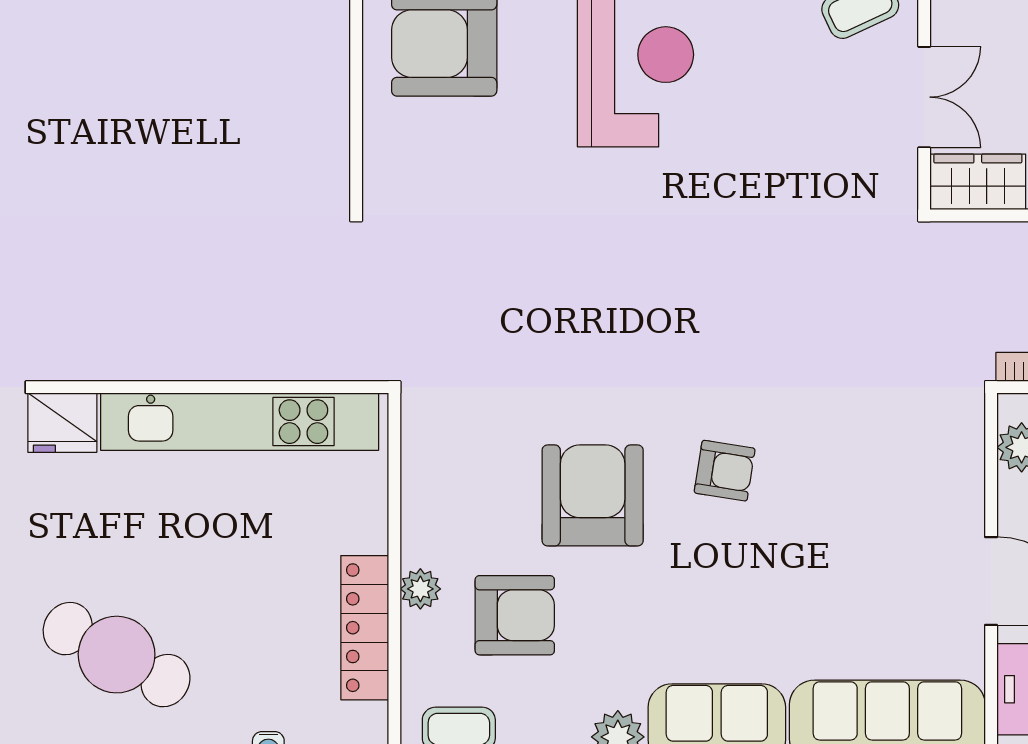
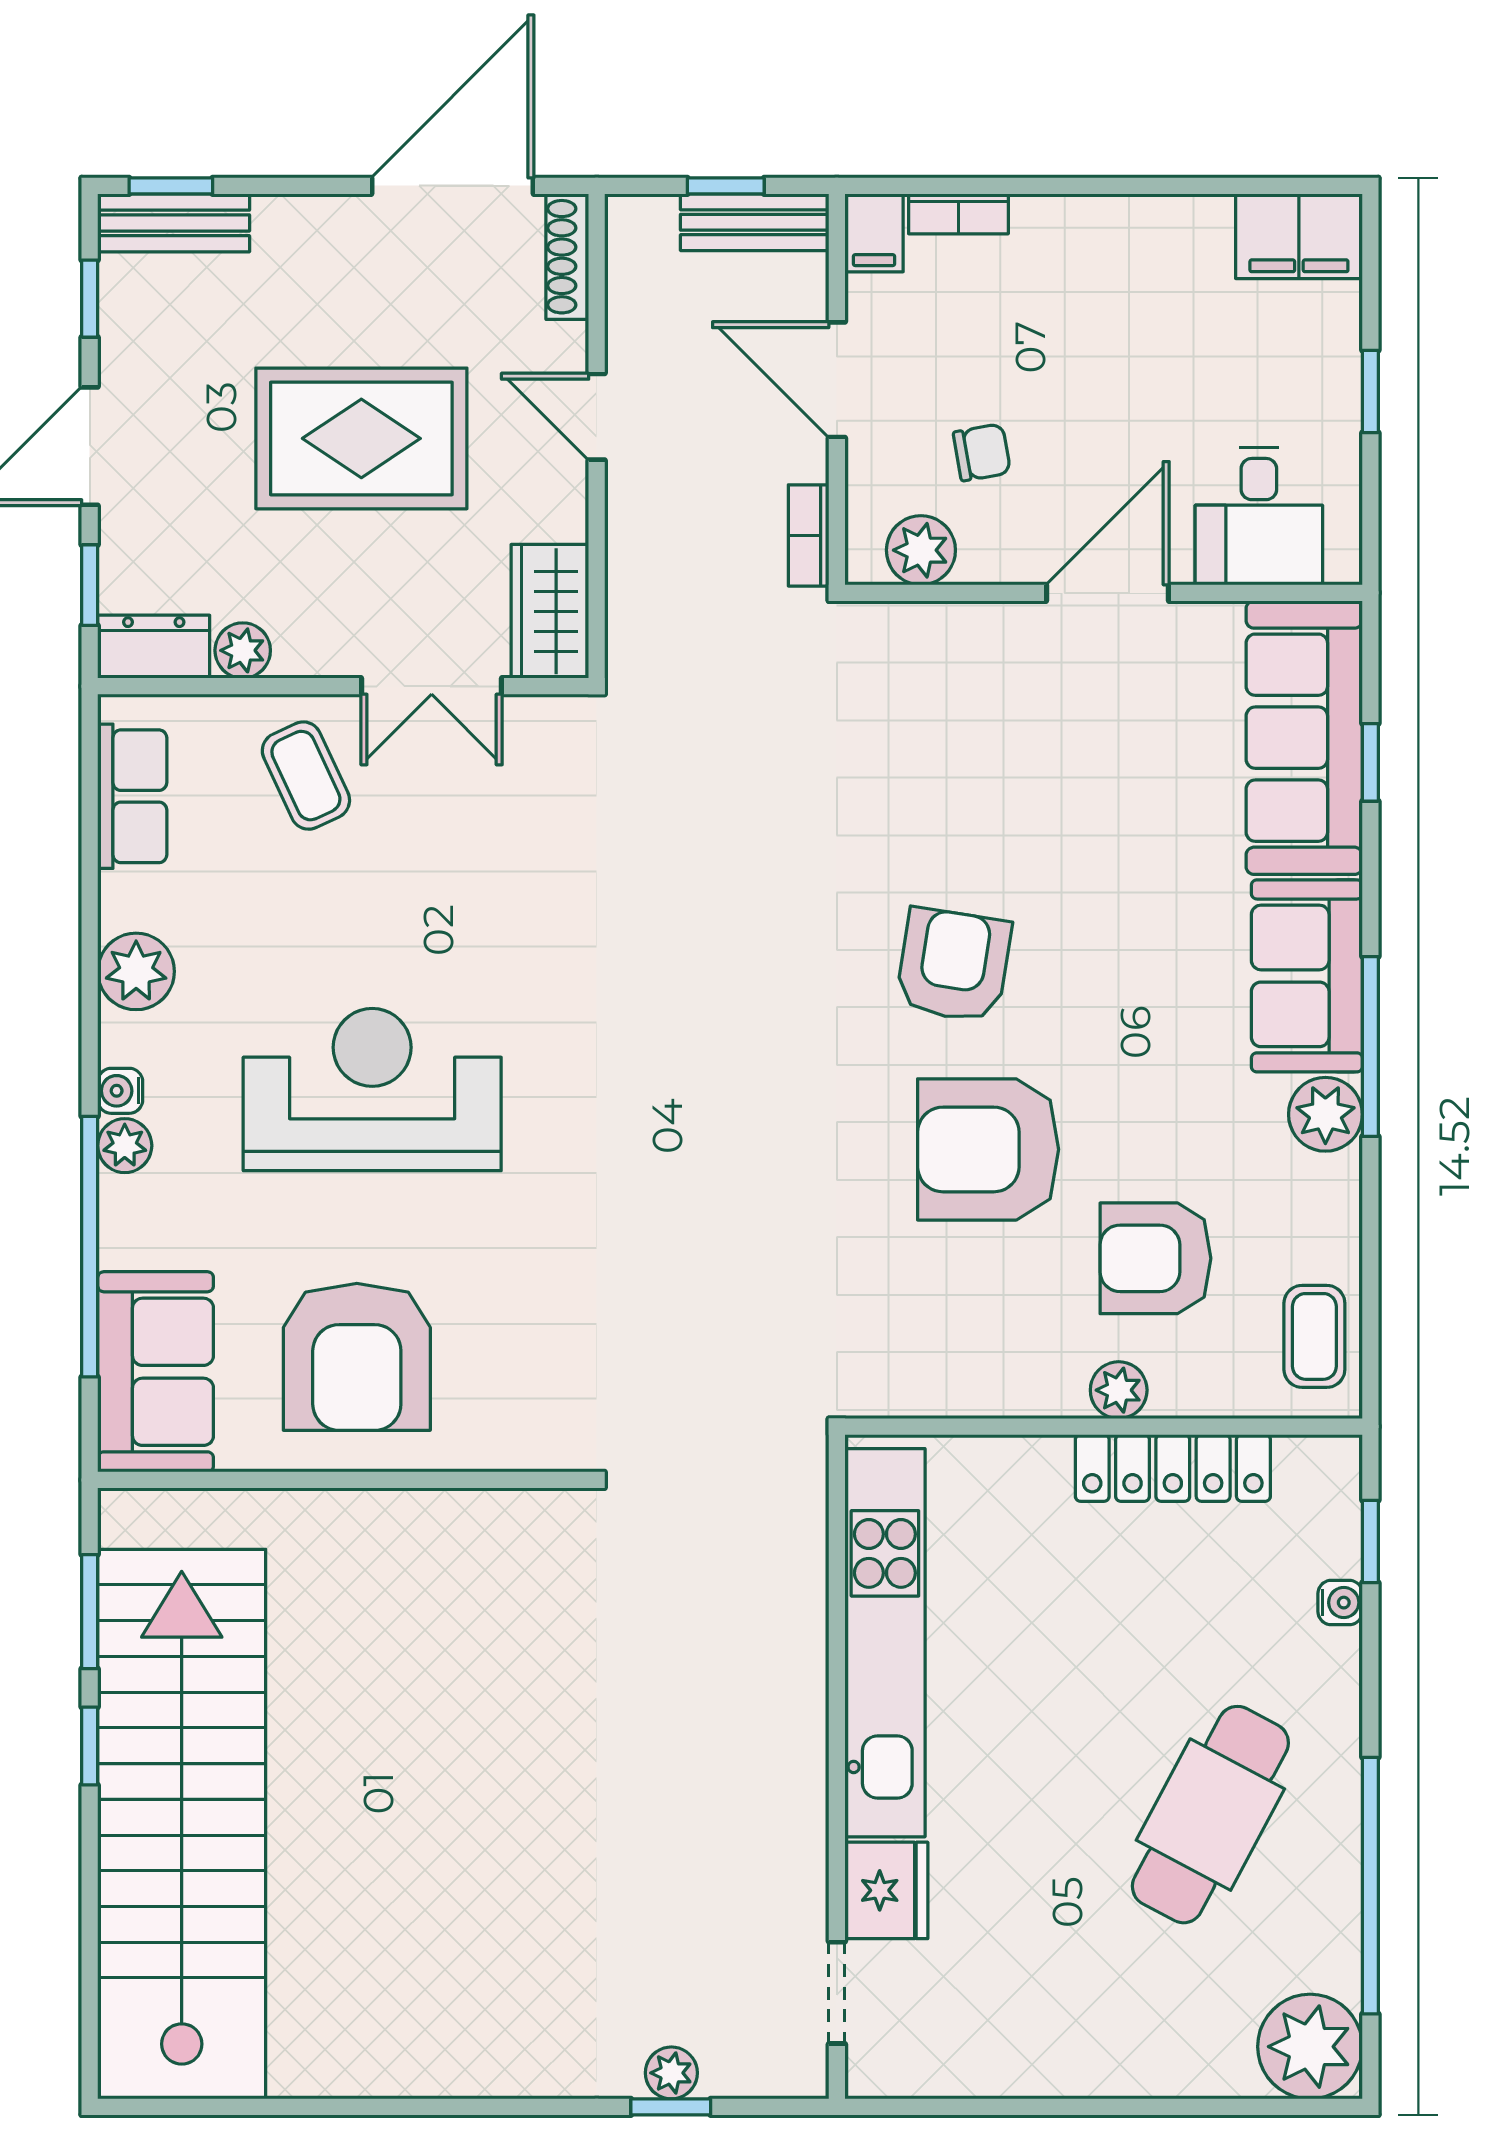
double door: (924, 97) -> (432, 686), swing flipped
armchair: (725, 471) -> (954, 965), width x1.38, depth x1.38
armchair: (515, 615) -> (1155, 1258), turned -90

